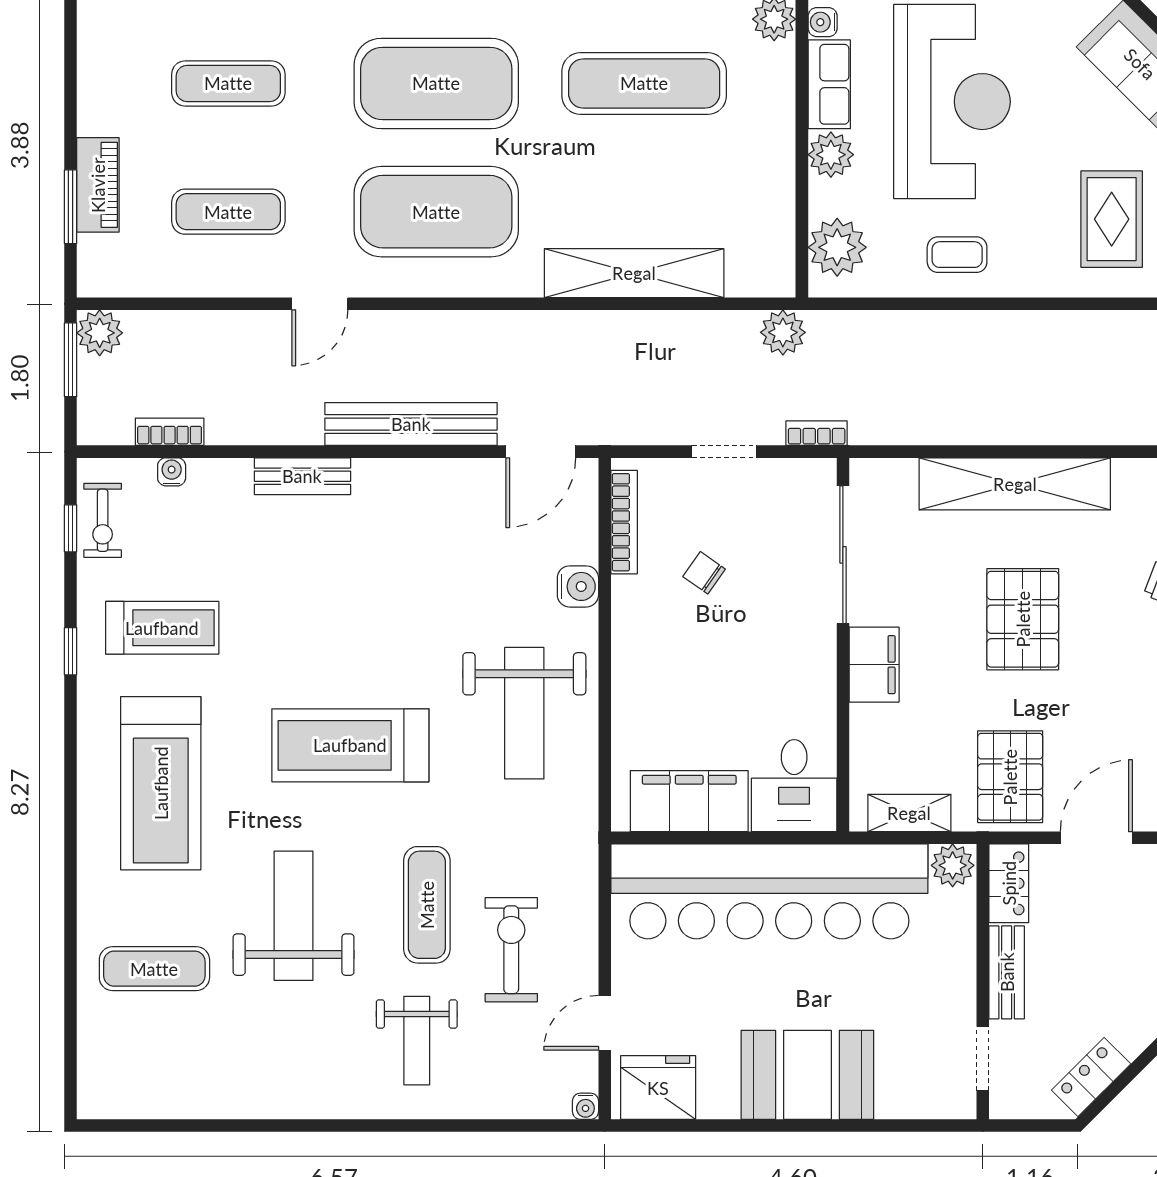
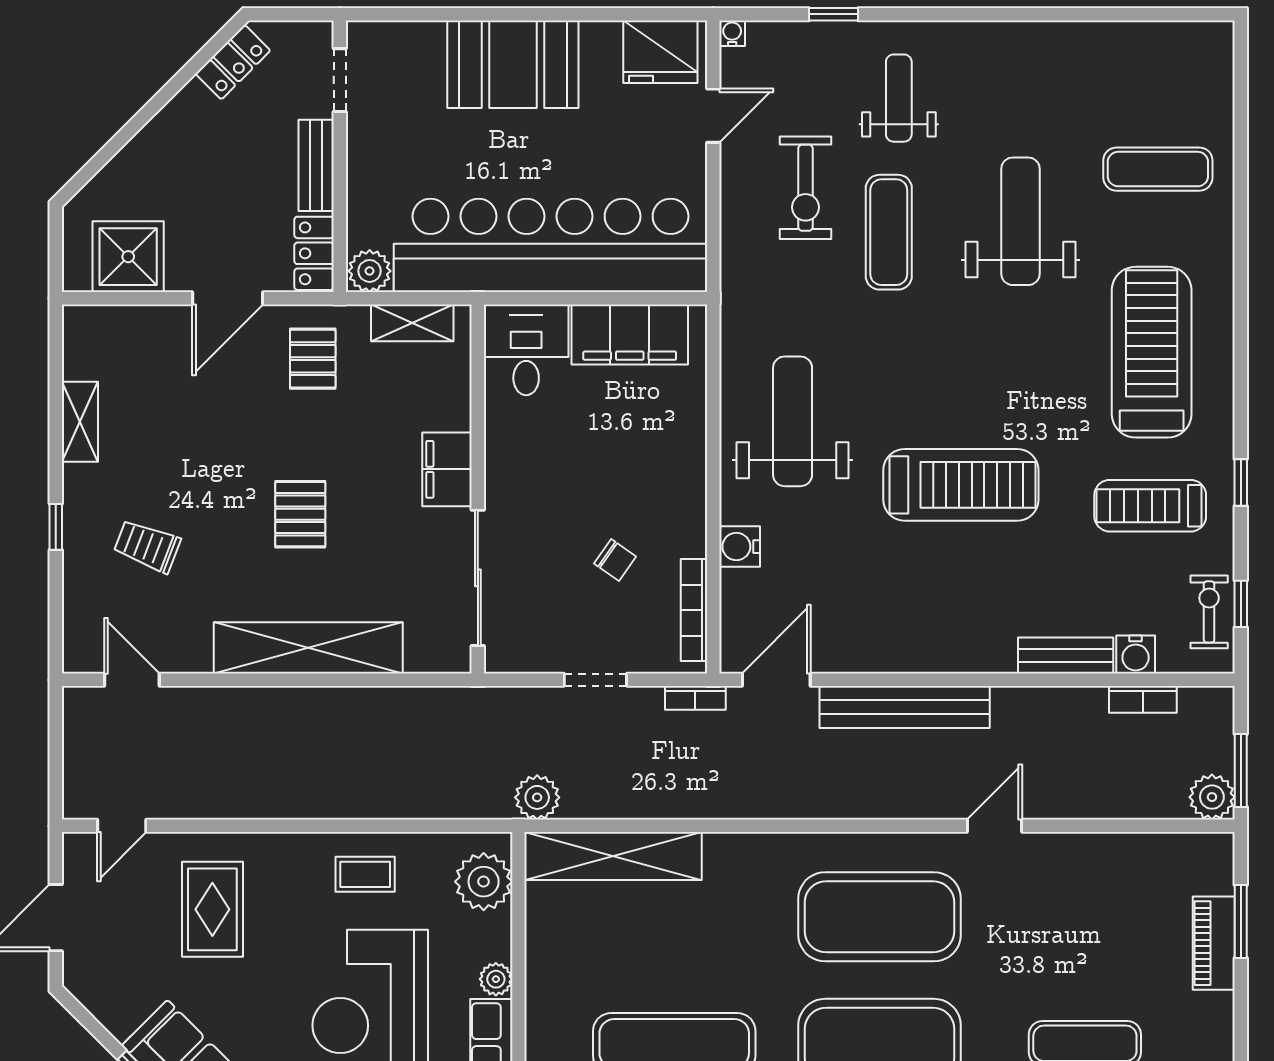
plant: (831, 155) -> (496, 979), width x0.73, depth x0.73
exercise mat: (228, 212) -> (1085, 917), removed
shelving: (634, 273) -> (613, 856), moved
bookcase: (817, 433) -> (695, 698), moved
water cooler: (172, 472) -> (1136, 654), width x1.38, depth x1.38
bench: (302, 476) -> (1066, 655), moved
pallet: (1023, 619) -> (300, 514), width x0.67, depth x0.71
treadmill: (350, 745) -> (961, 485), moved
pallet: (1010, 777) -> (313, 359), width x0.67, depth x0.71
weight bench: (294, 916) -> (1020, 221), turned 180
window: (483, 1125) -> (833, 14), added

